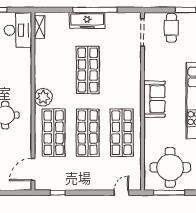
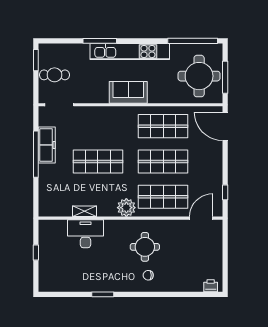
freezer: (87, 20) -> (47, 145), moved
shelving: (40, 27) -> (84, 211), moved
desk: (18, 30) -> (86, 234), moved
door: (33, 169) -> (201, 218), swing flipped
door: (121, 193) -> (225, 126), width x1.87

